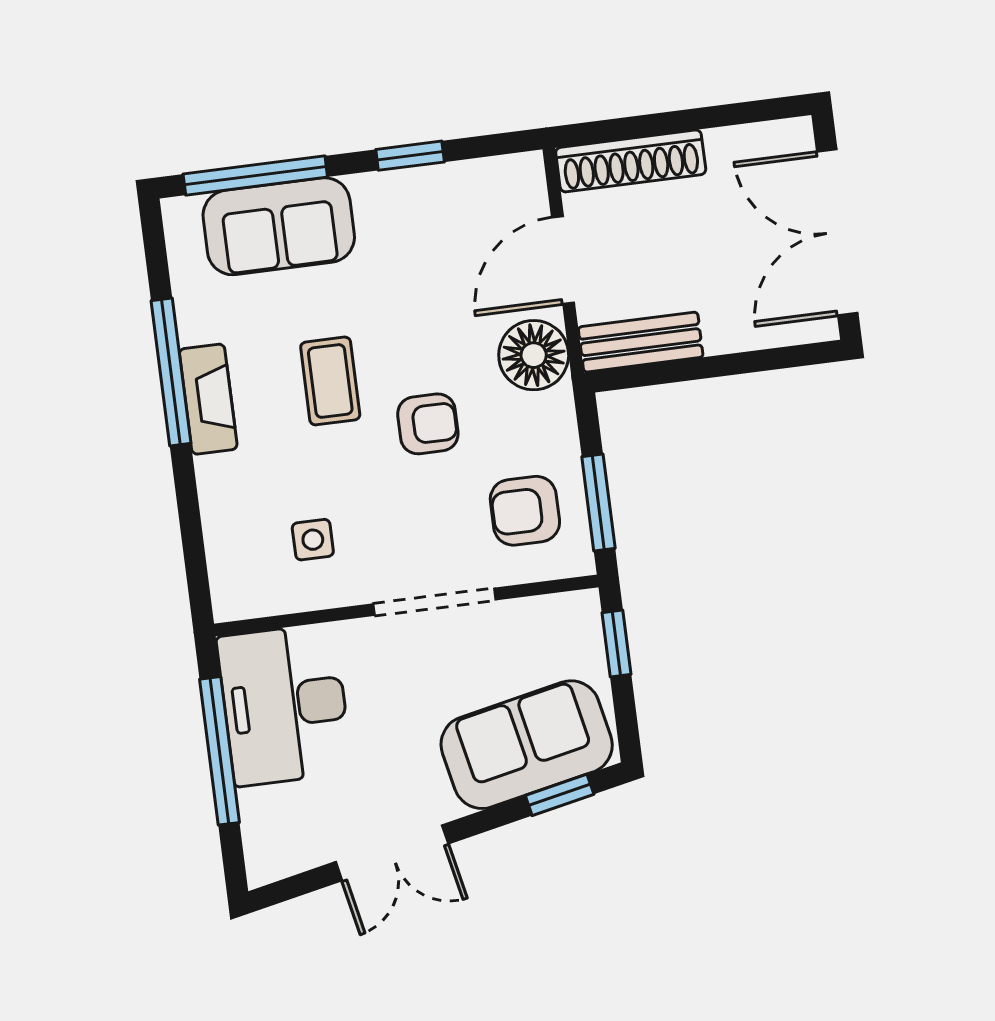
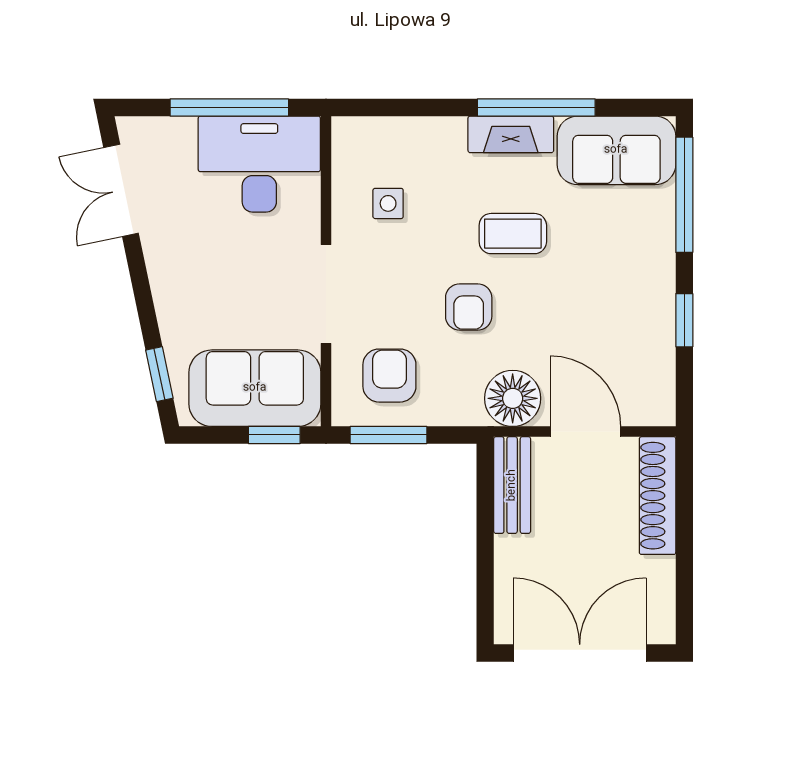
sofa: (279, 226) -> (616, 150), moved, turned -90
sofa: (527, 745) -> (255, 388), moved, turned -78
double door: (392, 853) -> (121, 190), moved

